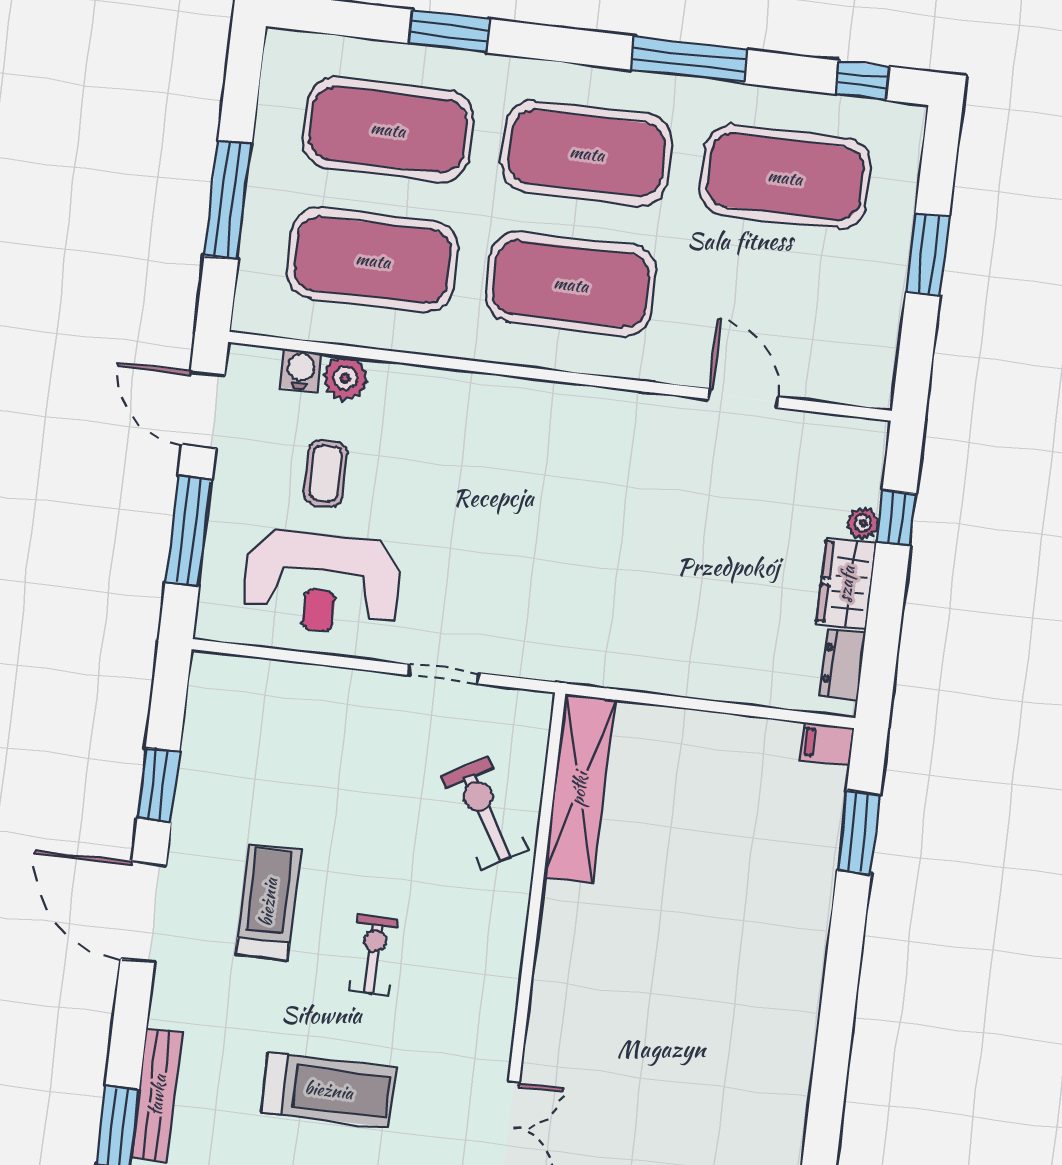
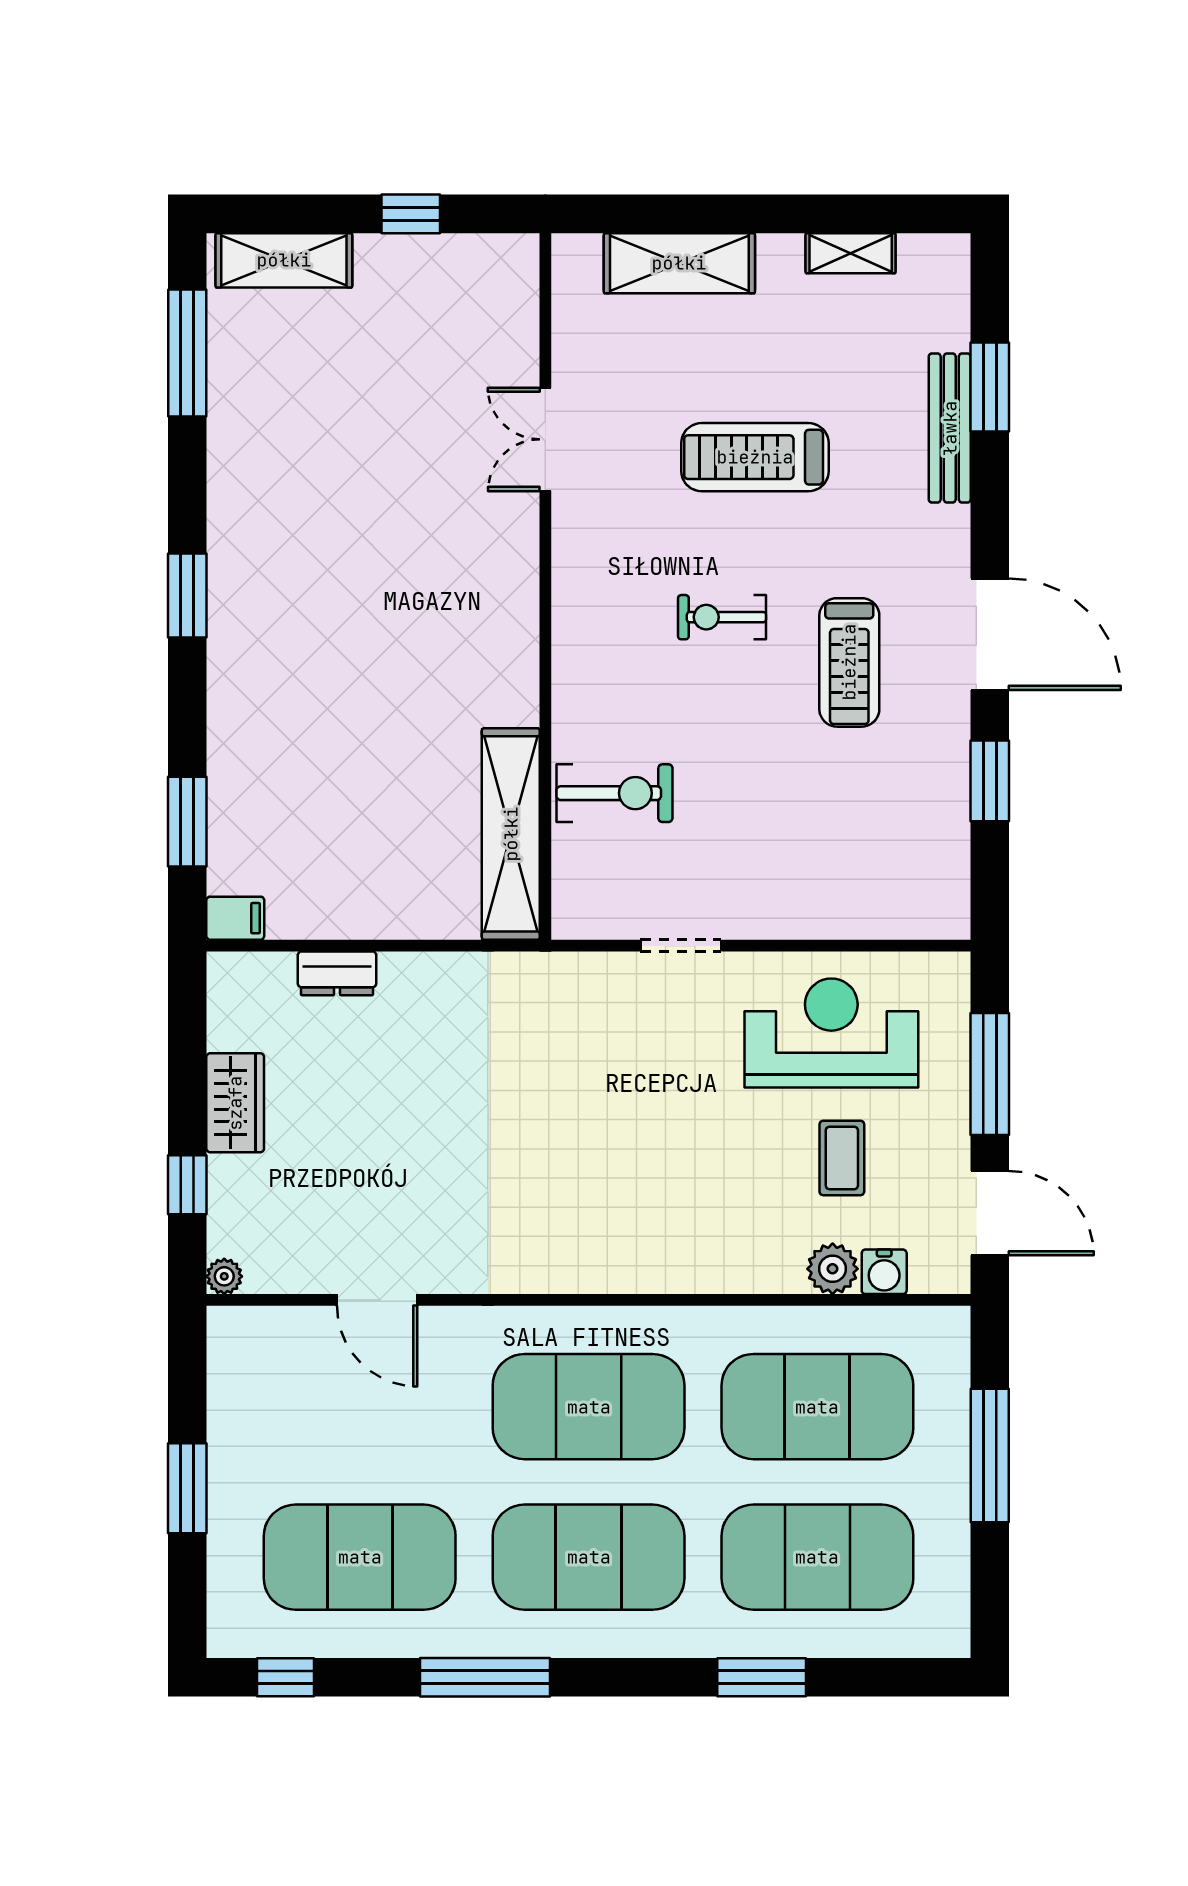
plant: (863, 523) -> (224, 1276), moved
dresser: (842, 665) -> (337, 973), moved, turned 90
exercise bike: (485, 813) -> (615, 793), turned -60
exercise bike: (374, 955) -> (722, 617), turned 90
window: (835, 1029) -> (187, 595), added

